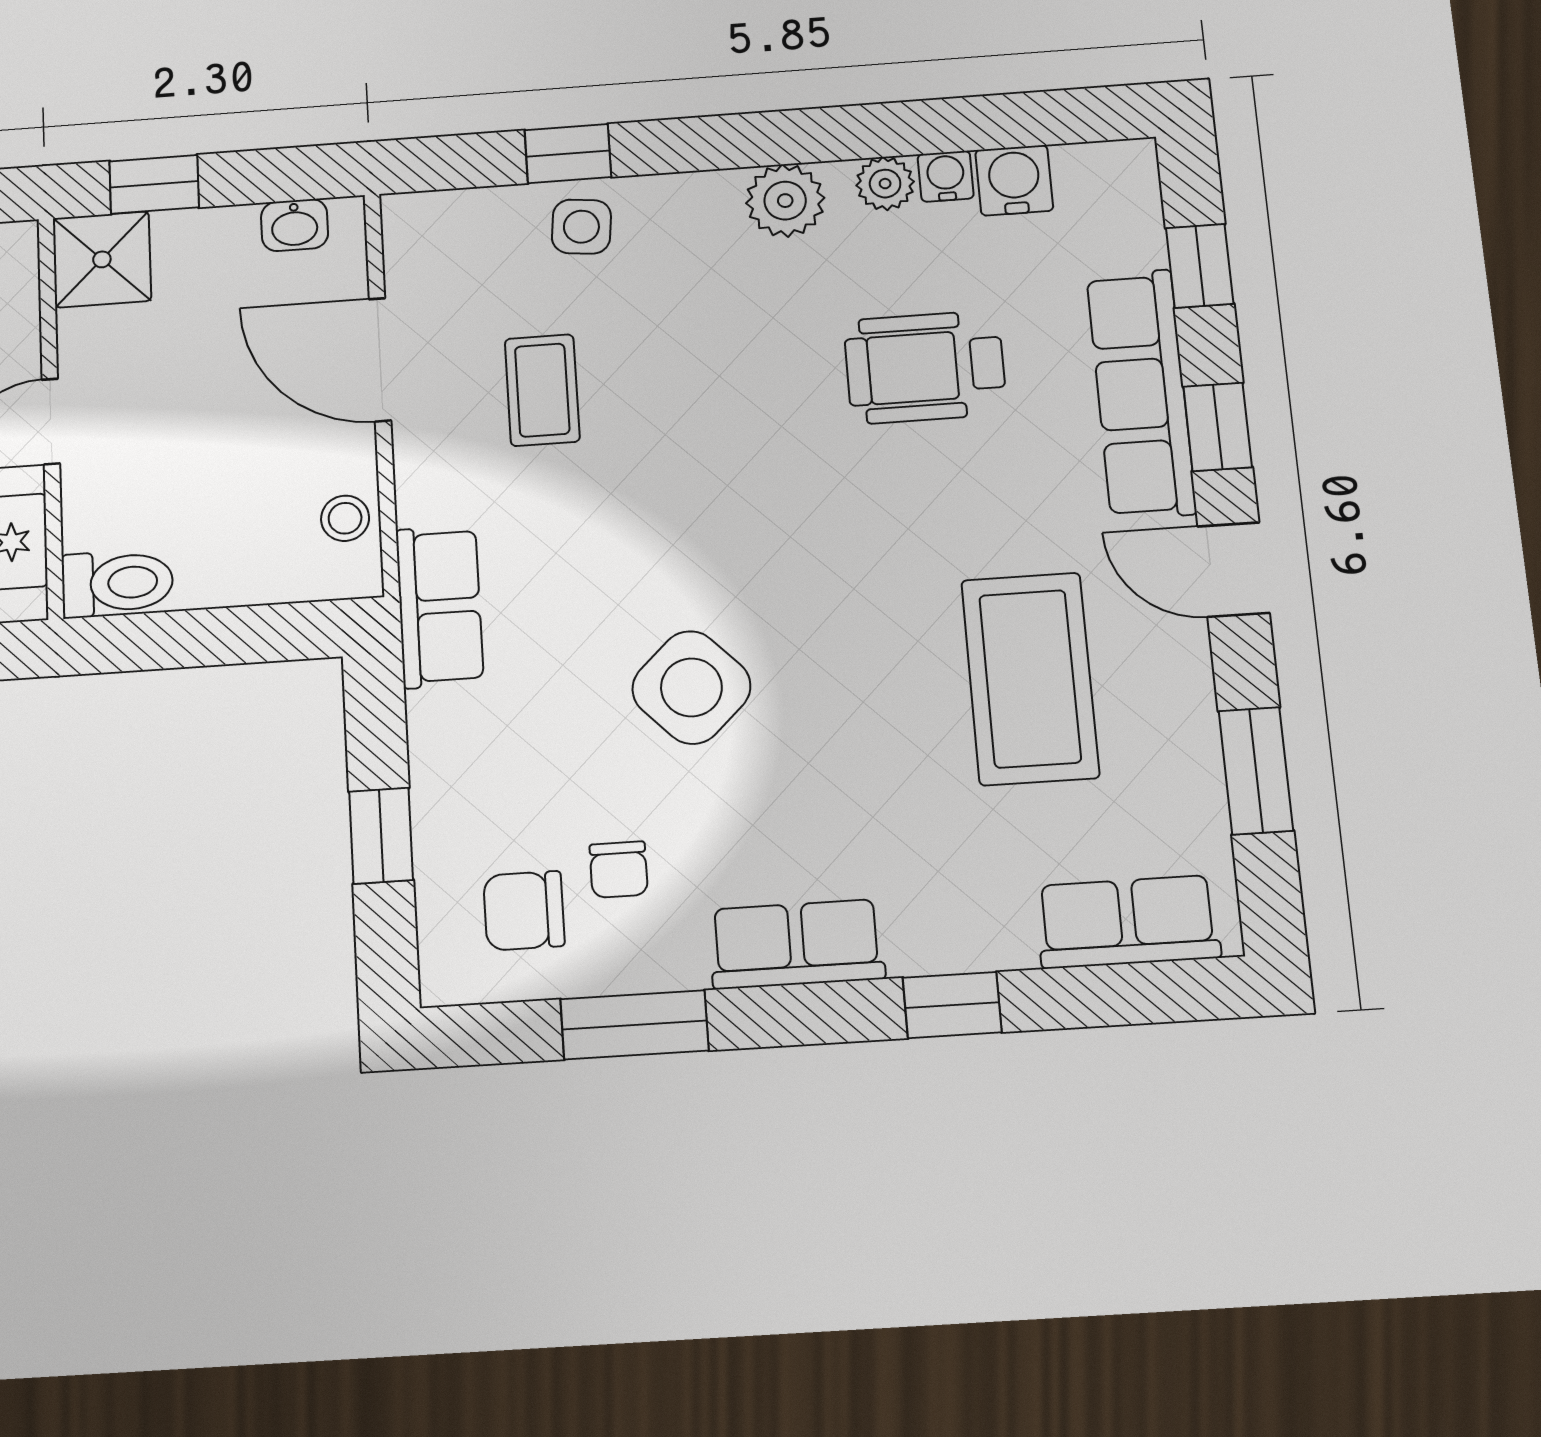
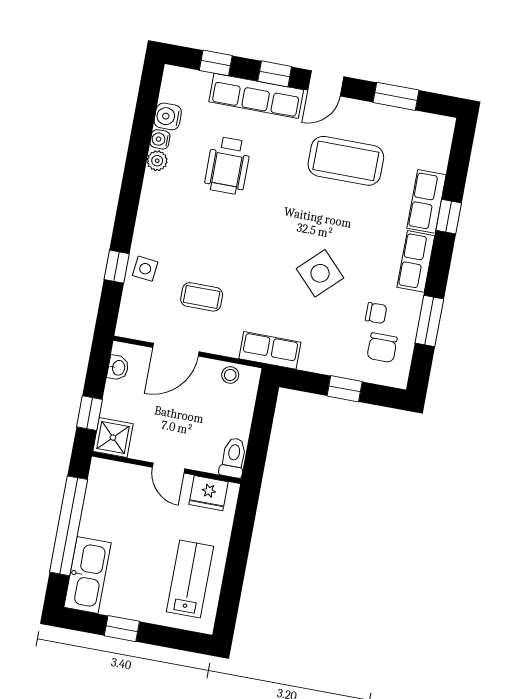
plant: (785, 201) -> (154, 196), removed
row of seats: (1128, 922) -> (426, 201), moved

